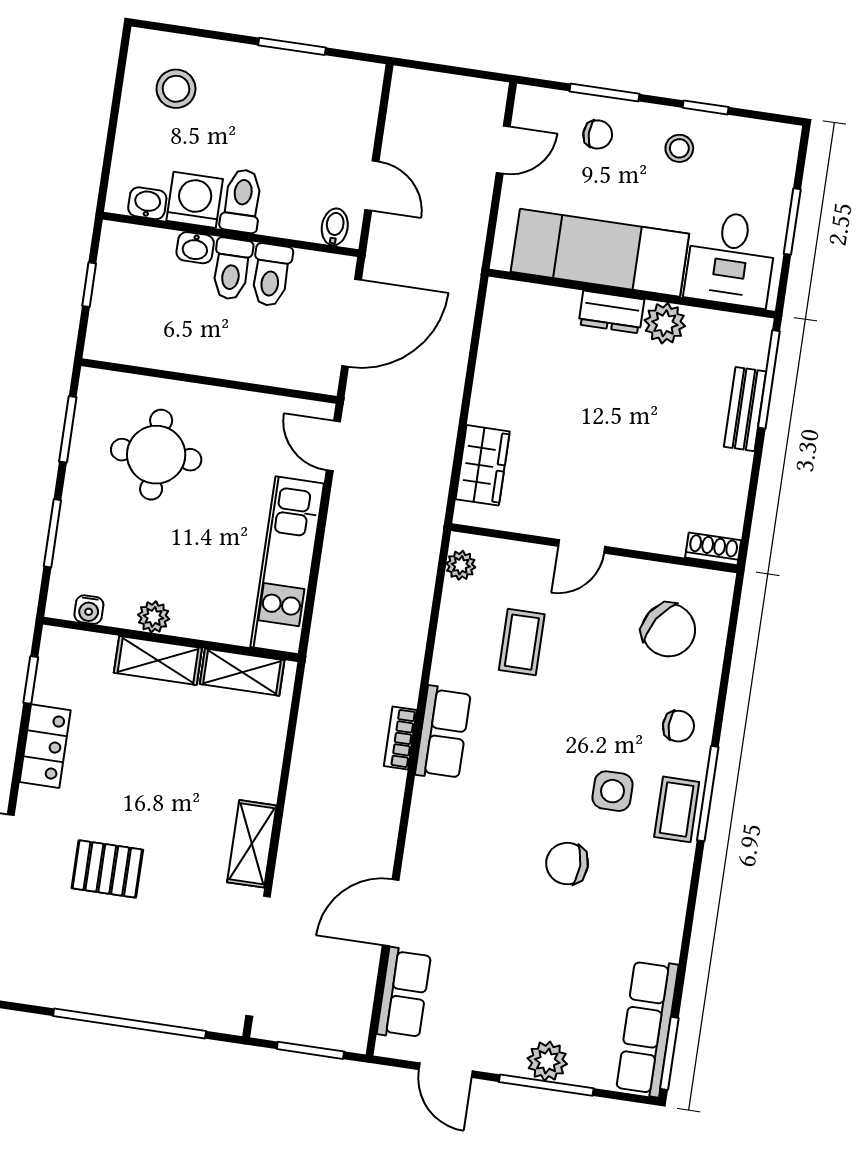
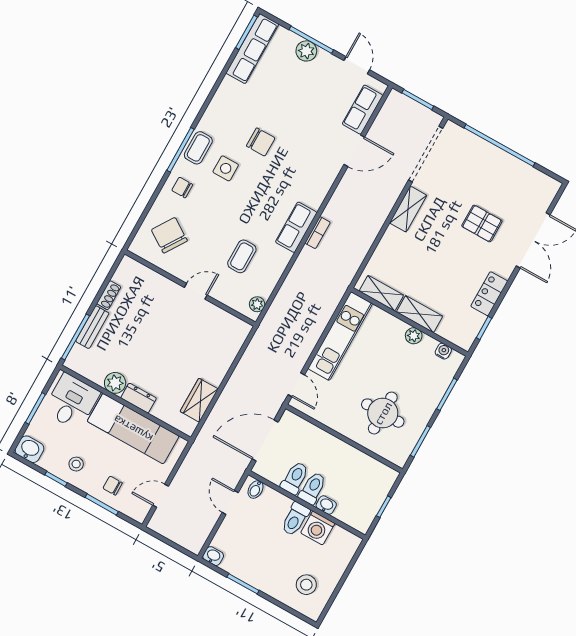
washbasin: (775, 143) -> (30, 449), added
washbasin: (147, 203) -> (213, 556), moved, turned 180
wardrobe: (483, 465) -> (199, 400), moved
shoe rack: (713, 549) -> (109, 295), moved, turned -90

